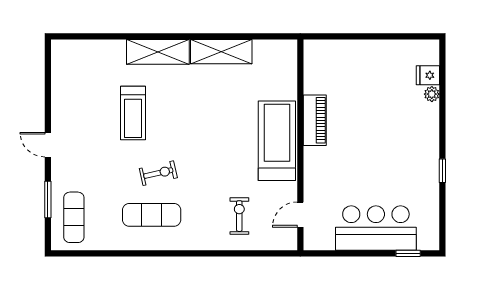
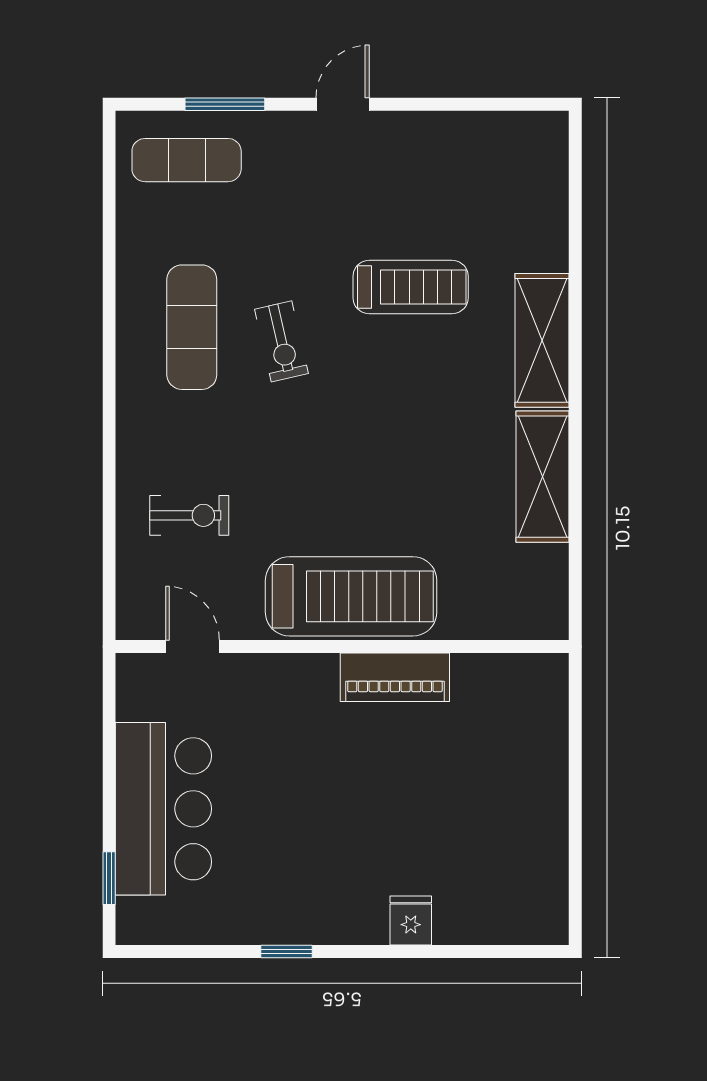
fridge: (428, 75) -> (411, 921), moved
plant: (432, 94) -> (451, 929), removed
treadmill: (133, 113) -> (411, 287), turned 180

